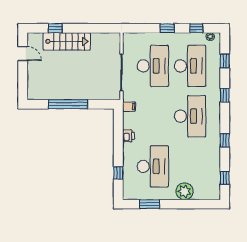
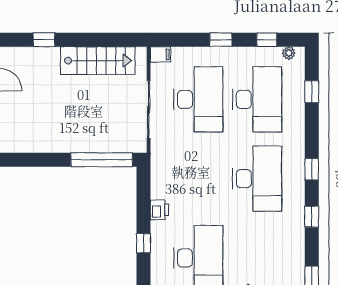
stairs: (67, 41) -> (98, 61), moved
window: (225, 95) -> (312, 169), moved
window: (68, 104) -> (102, 160), moved
filing cabinet: (129, 107) -> (161, 54), moved
window: (118, 173) -> (144, 243), moved

